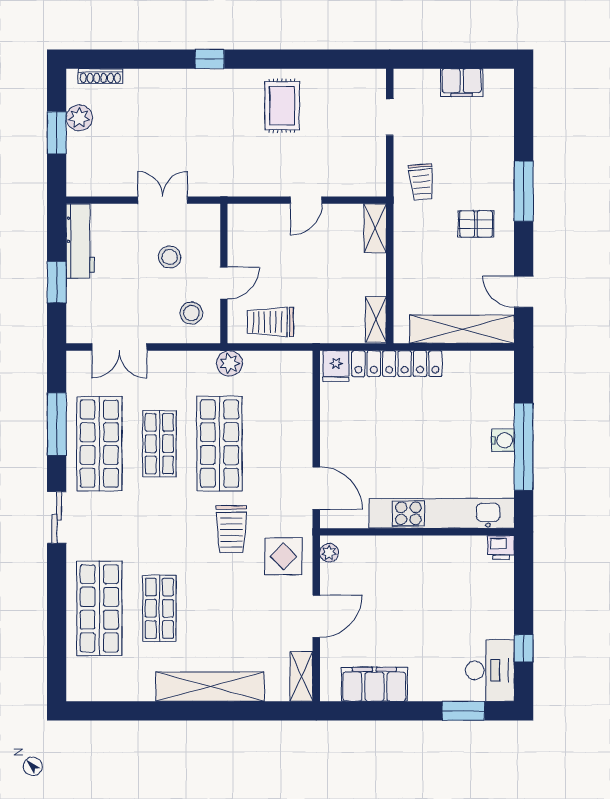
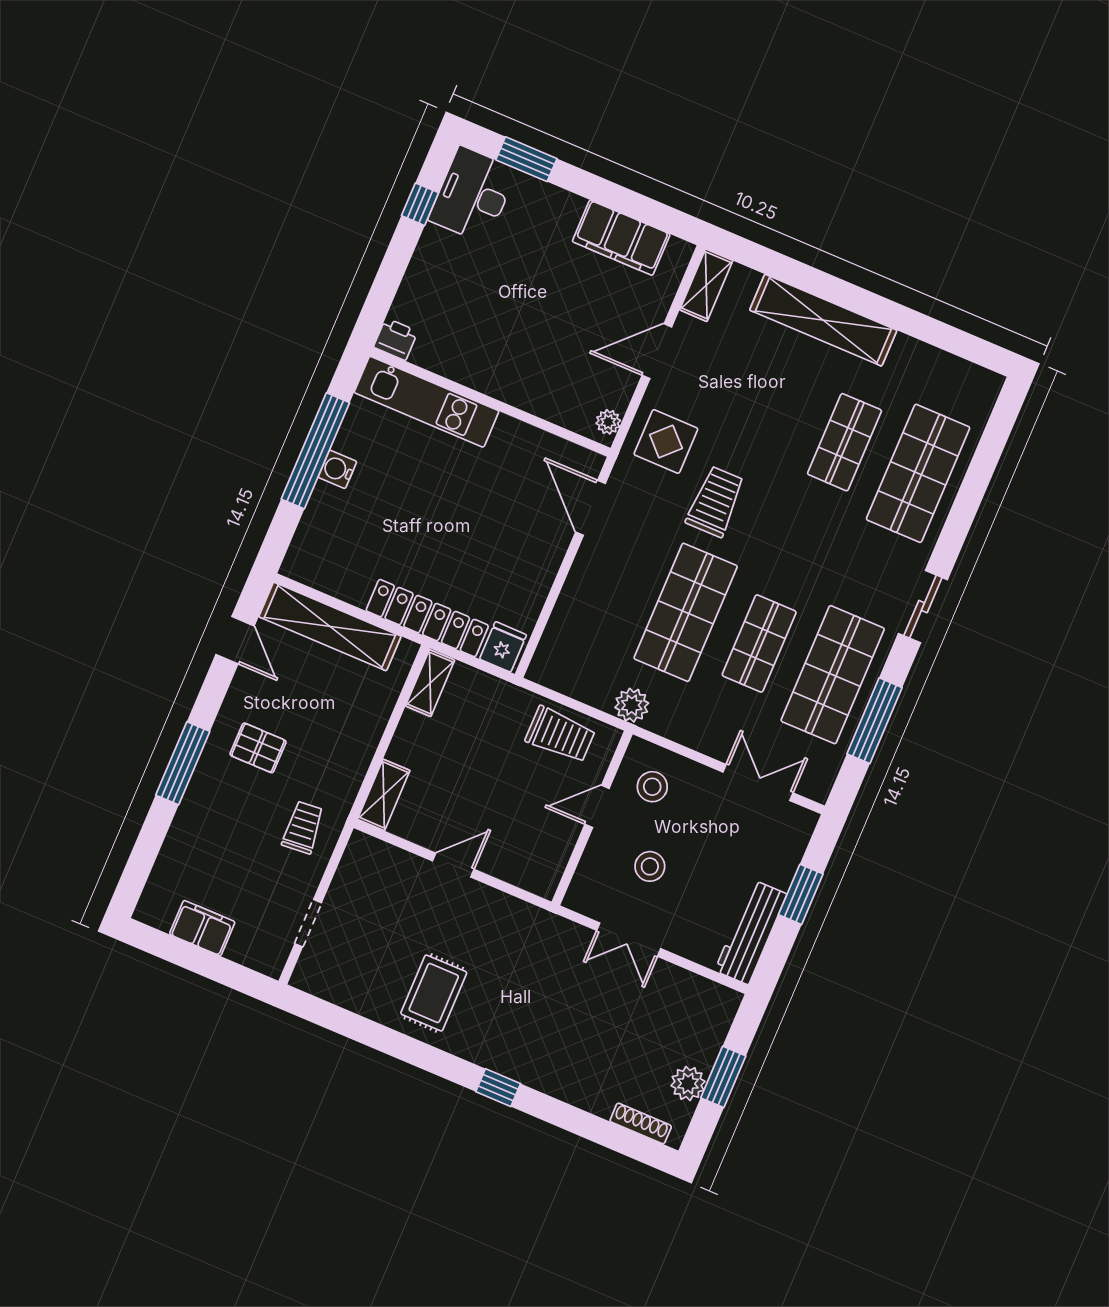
kitchen unit: (442, 513) -> (427, 402), width x0.73

